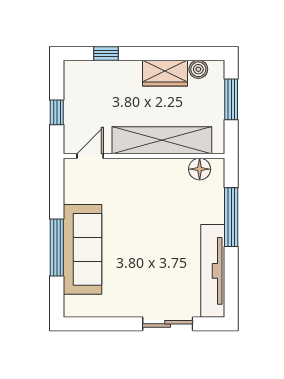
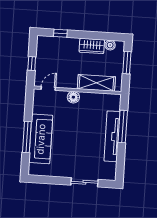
shelving: (162, 140) -> (96, 83), width x0.68
floor lamp: (200, 169) -> (73, 97), moved
tv unit: (213, 271) -> (112, 136), moved

